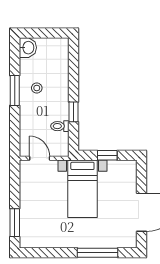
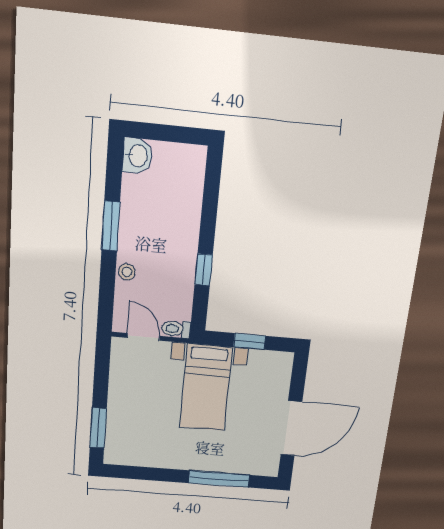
stool: (37, 88) -> (127, 272), moved
toilet: (60, 126) -> (176, 329), moved

